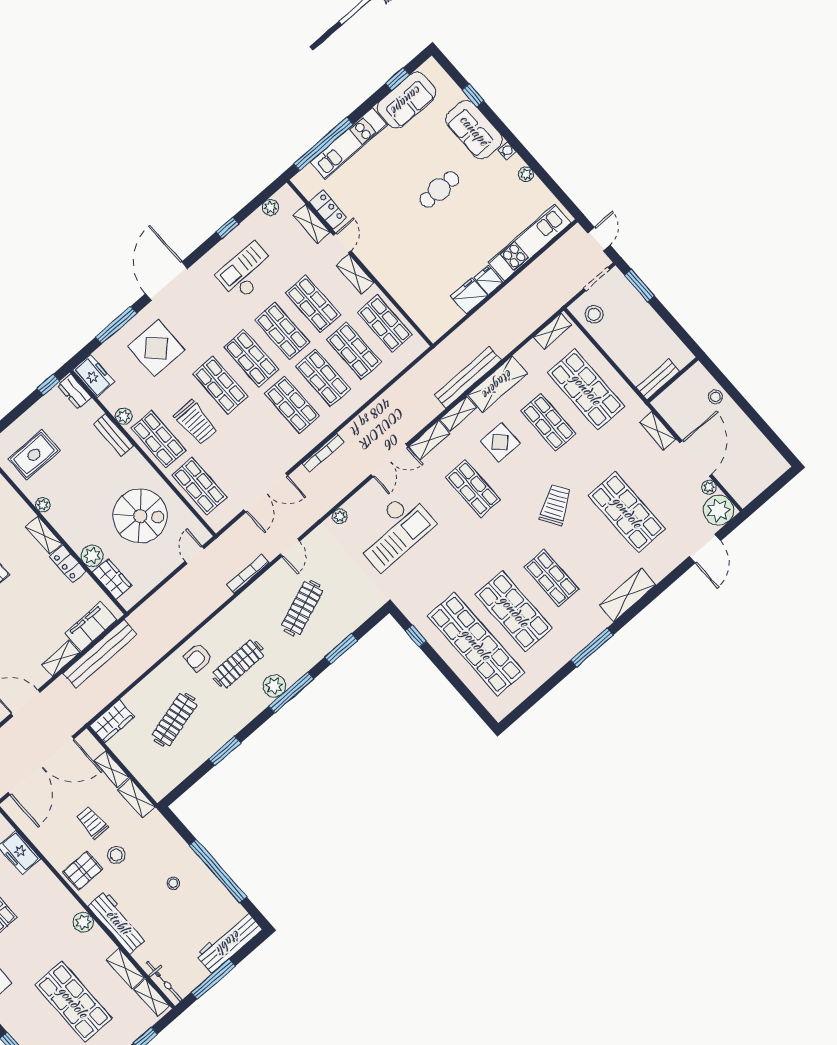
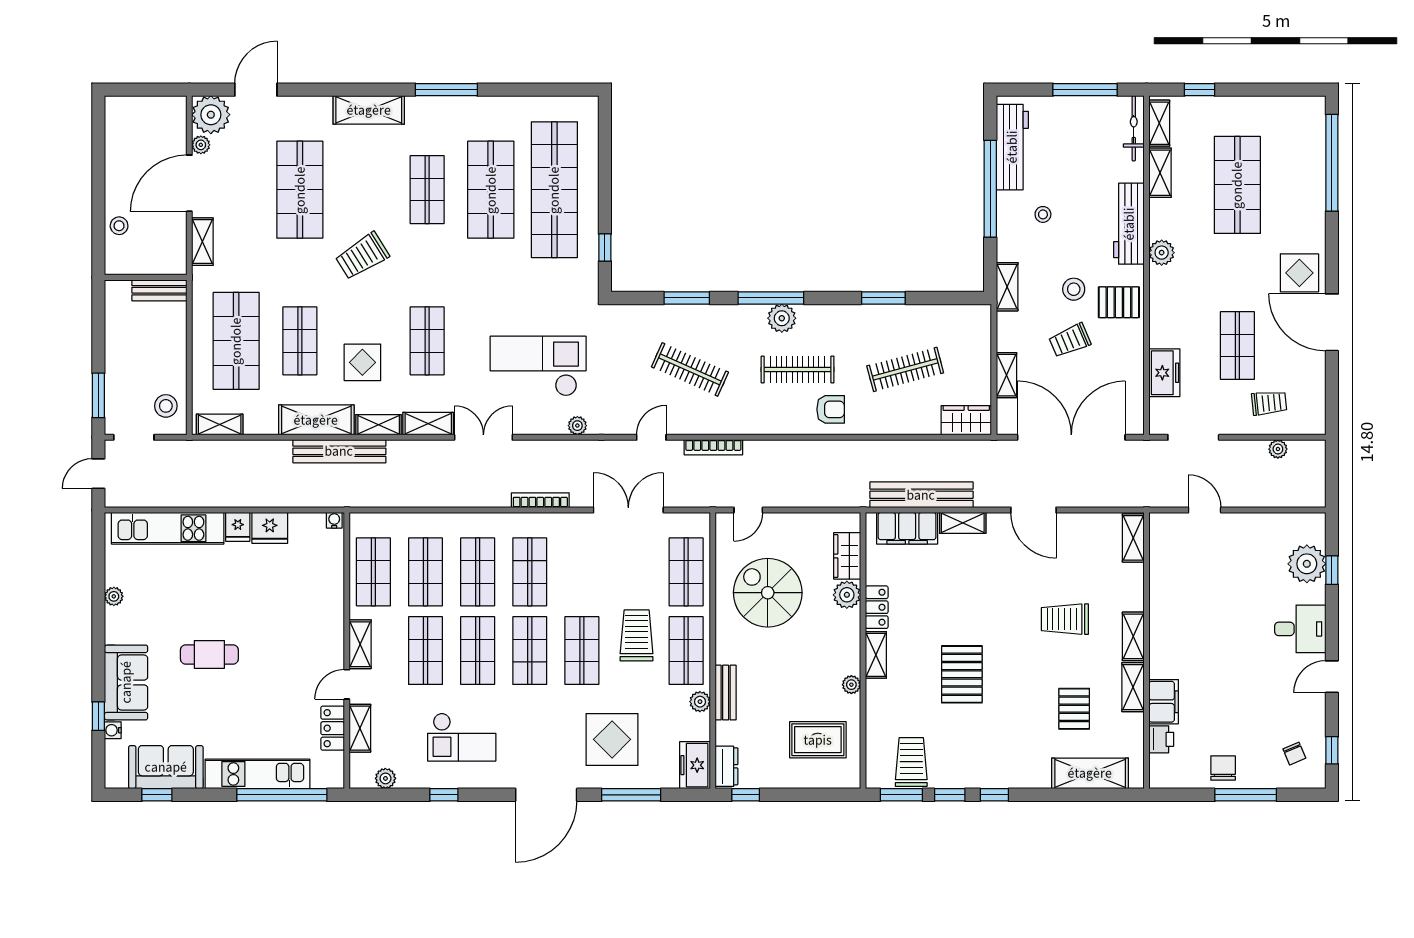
water cooler: (507, 151) -> (113, 730), moved
water cooler: (435, 334) -> (334, 520), added
clothes rail: (302, 608) -> (690, 369), turned 45
shelving: (136, 798) -> (1007, 287), moved
trolley: (92, 822) -> (1070, 340), turned 67
workbench: (229, 942) -> (1012, 147), moved, turned -90

